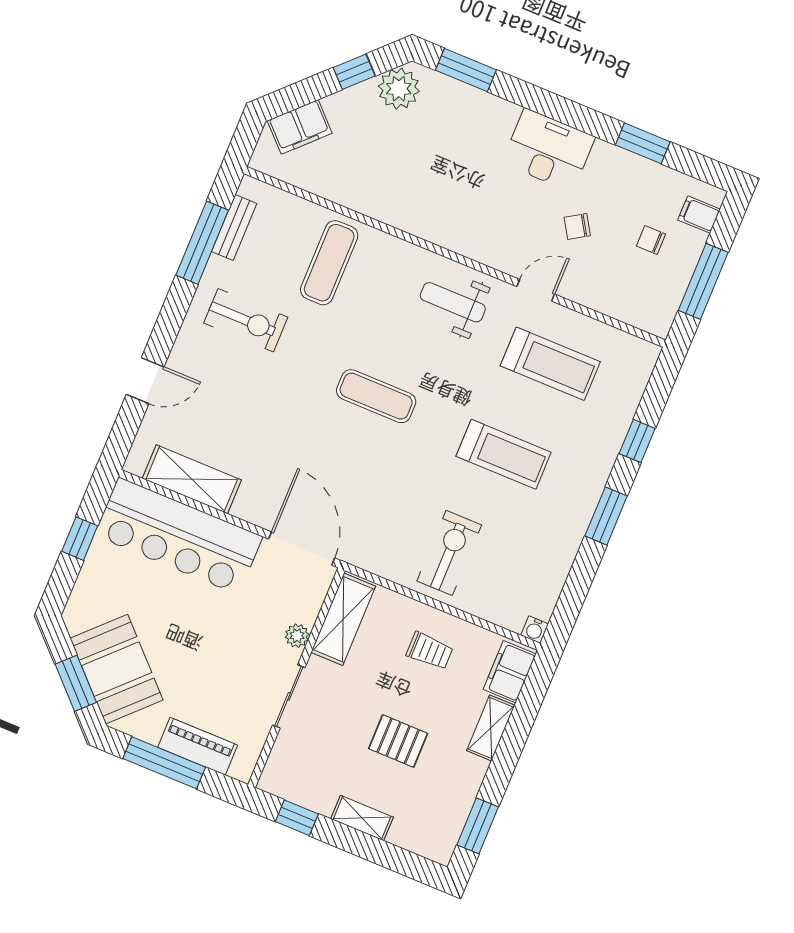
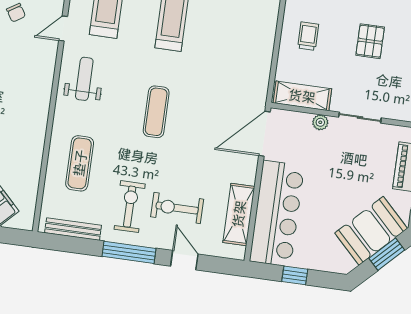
bench: (234, 227) -> (73, 229), width x1.36
window: (202, 243) -> (129, 252), moved
exercise mat: (329, 263) -> (80, 163), turned 90
door: (536, 290) -> (63, 28), hinge flipped
weight bench: (453, 302) -> (84, 79), turned 180
exercise bike: (449, 553) -> (177, 208), moved

